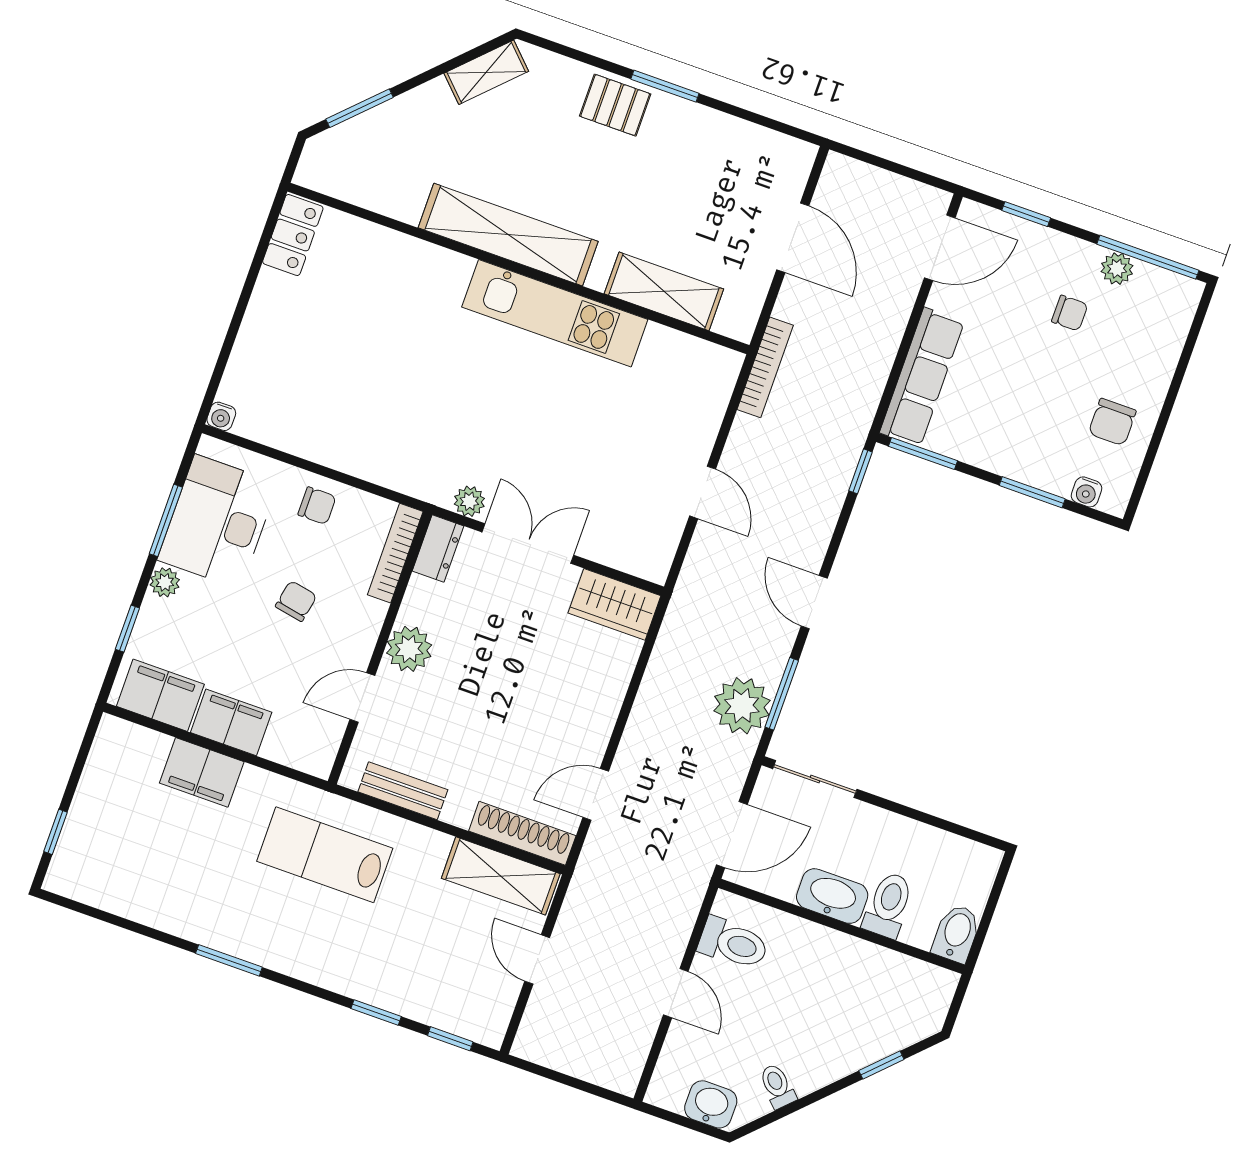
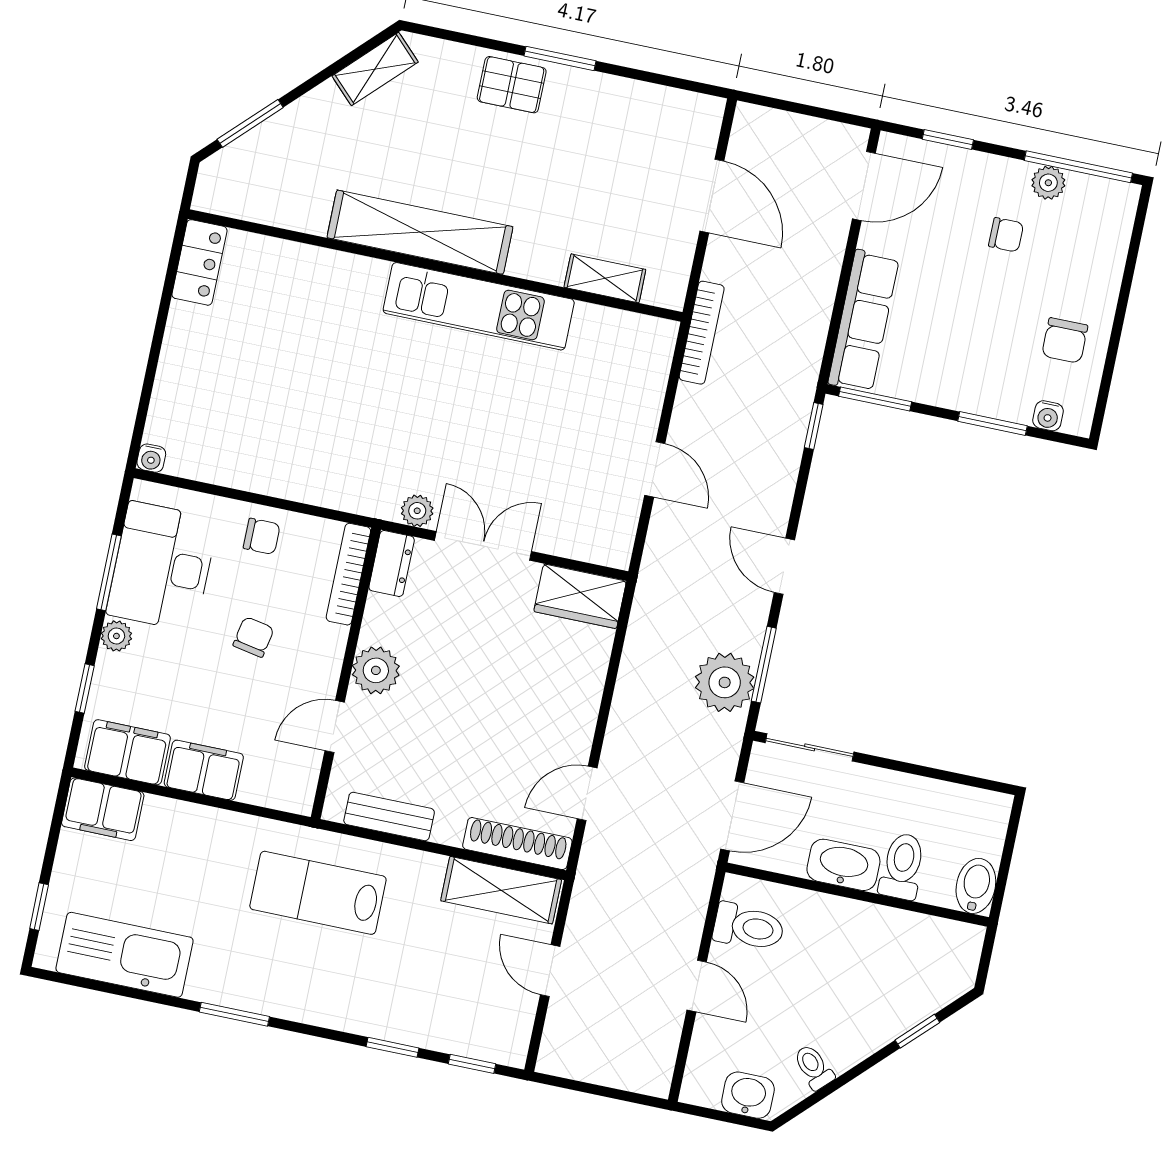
shelving: (664, 291) -> (605, 278), width x0.67, depth x0.75
filing cabinet: (202, 772) -> (103, 809), moved
kitchen sink: (131, 889) -> (125, 955), added

